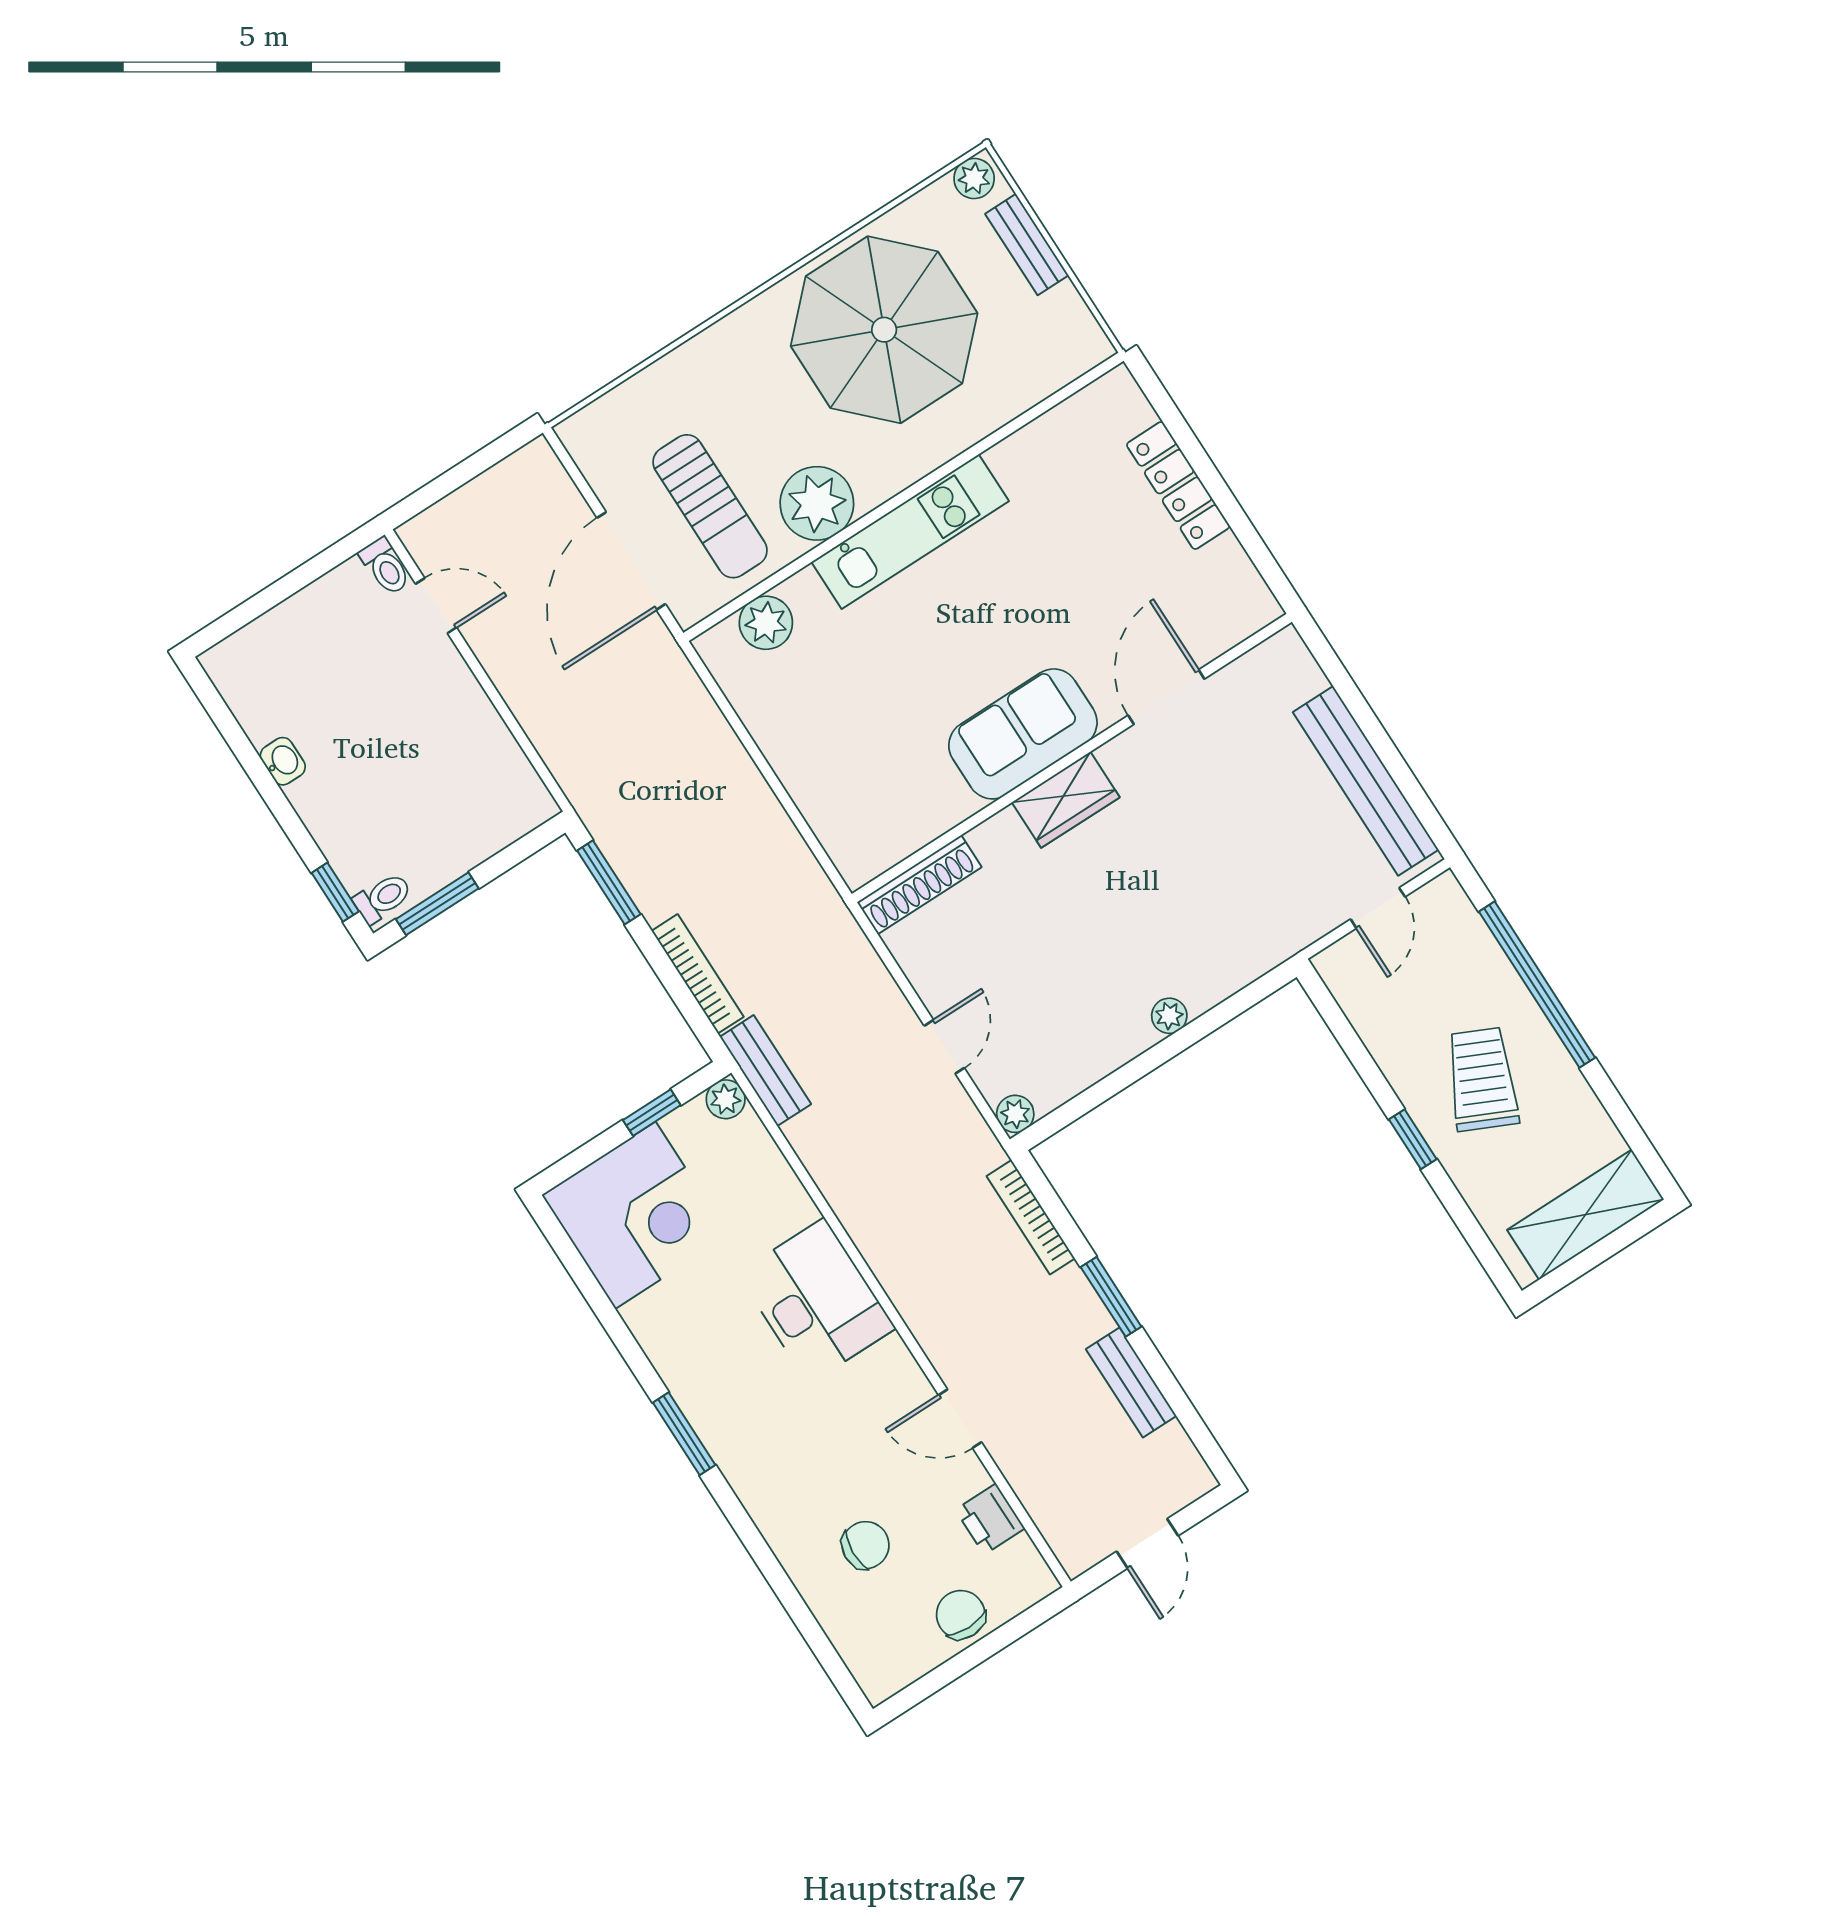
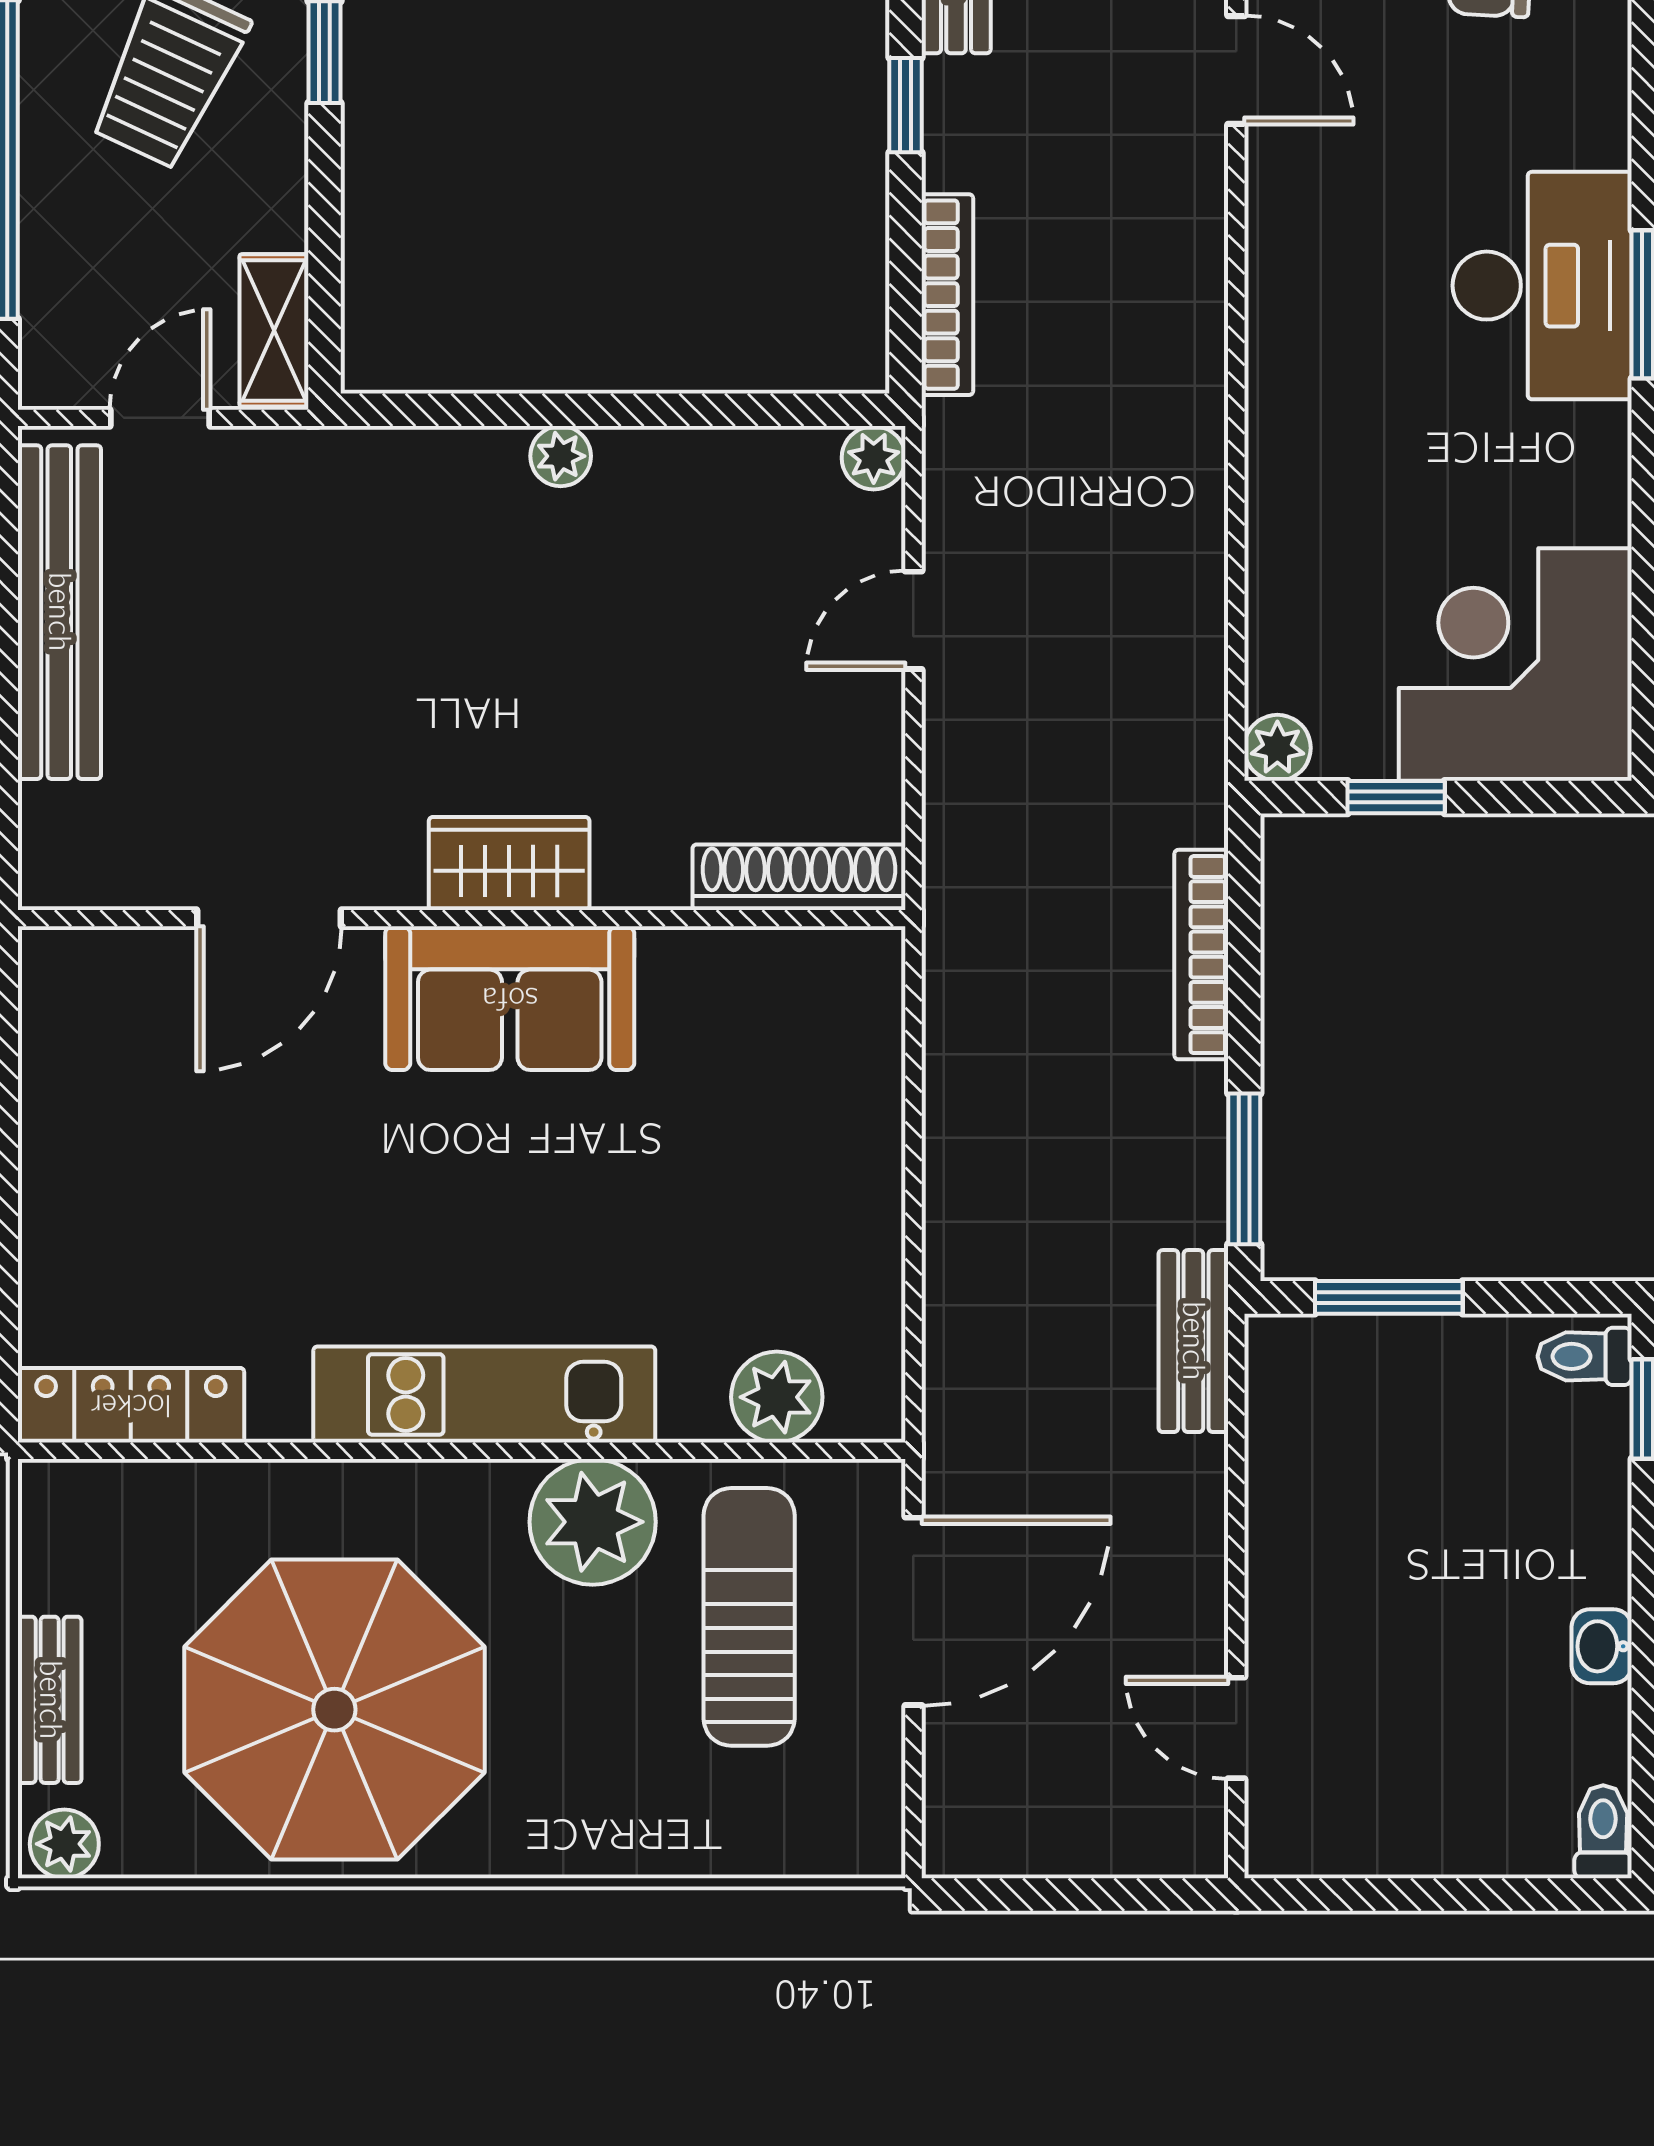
locker: (1178, 485) -> (131, 1405), moved, turned -90
toilet: (385, 566) -> (1603, 1832), moved
window: (437, 904) -> (1389, 1297), moved
shelving: (1350, 987) -> (274, 330), added
bench: (765, 1071) -> (1193, 1341), moved
window: (1111, 1297) -> (905, 105), width x0.67
desk: (816, 1301) -> (1542, 286), moved, turned 180

